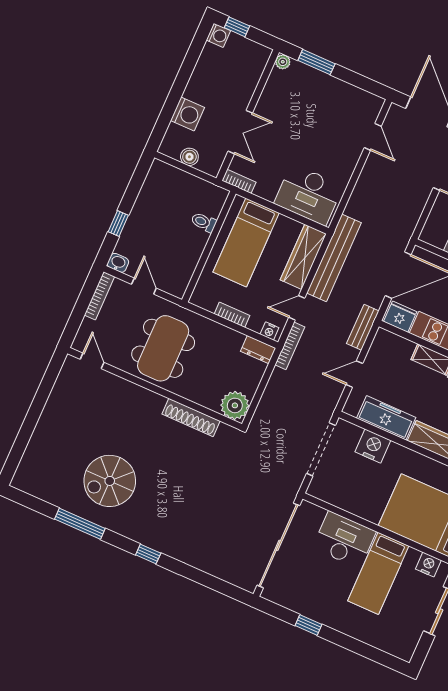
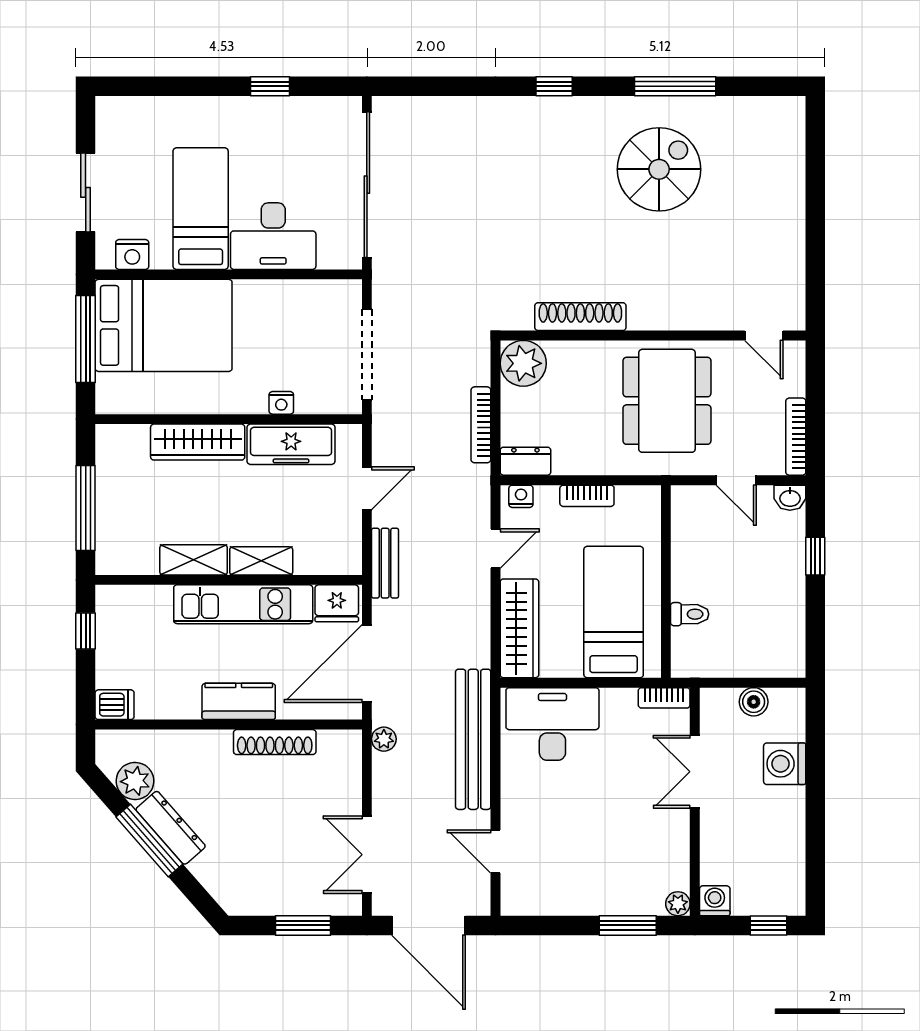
washing machine: (218, 35) -> (715, 901), moved, turned 90
plant: (408, 228) -> (384, 739), added
bench: (334, 258) -> (473, 739), moved
bookcase: (290, 346) -> (481, 425), moved
nightstand: (373, 446) -> (281, 403), width x0.53, depth x0.56

